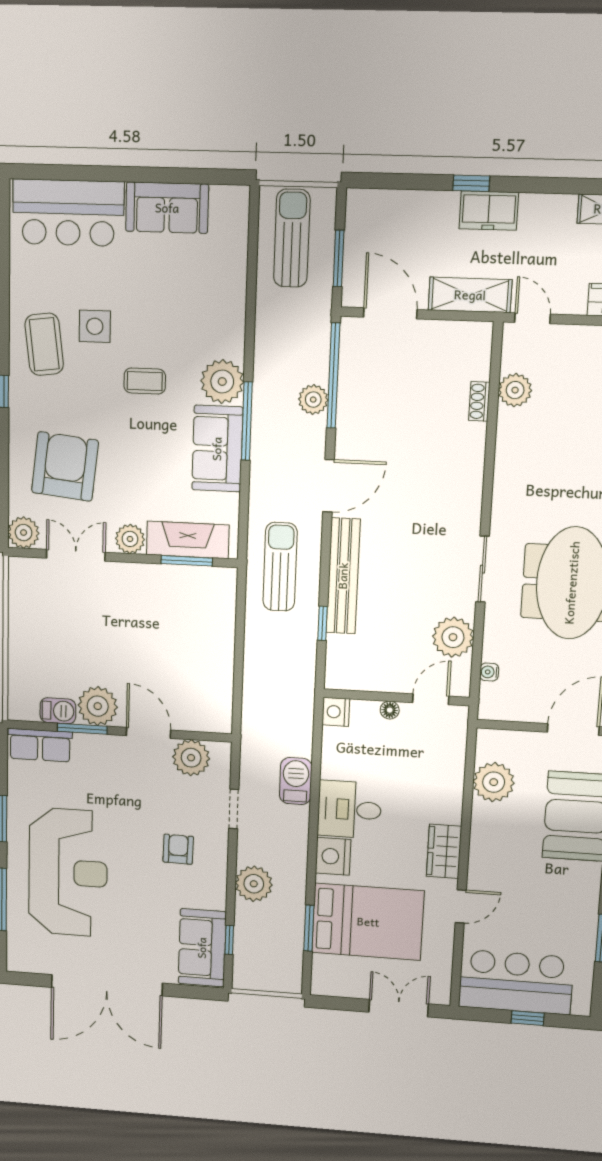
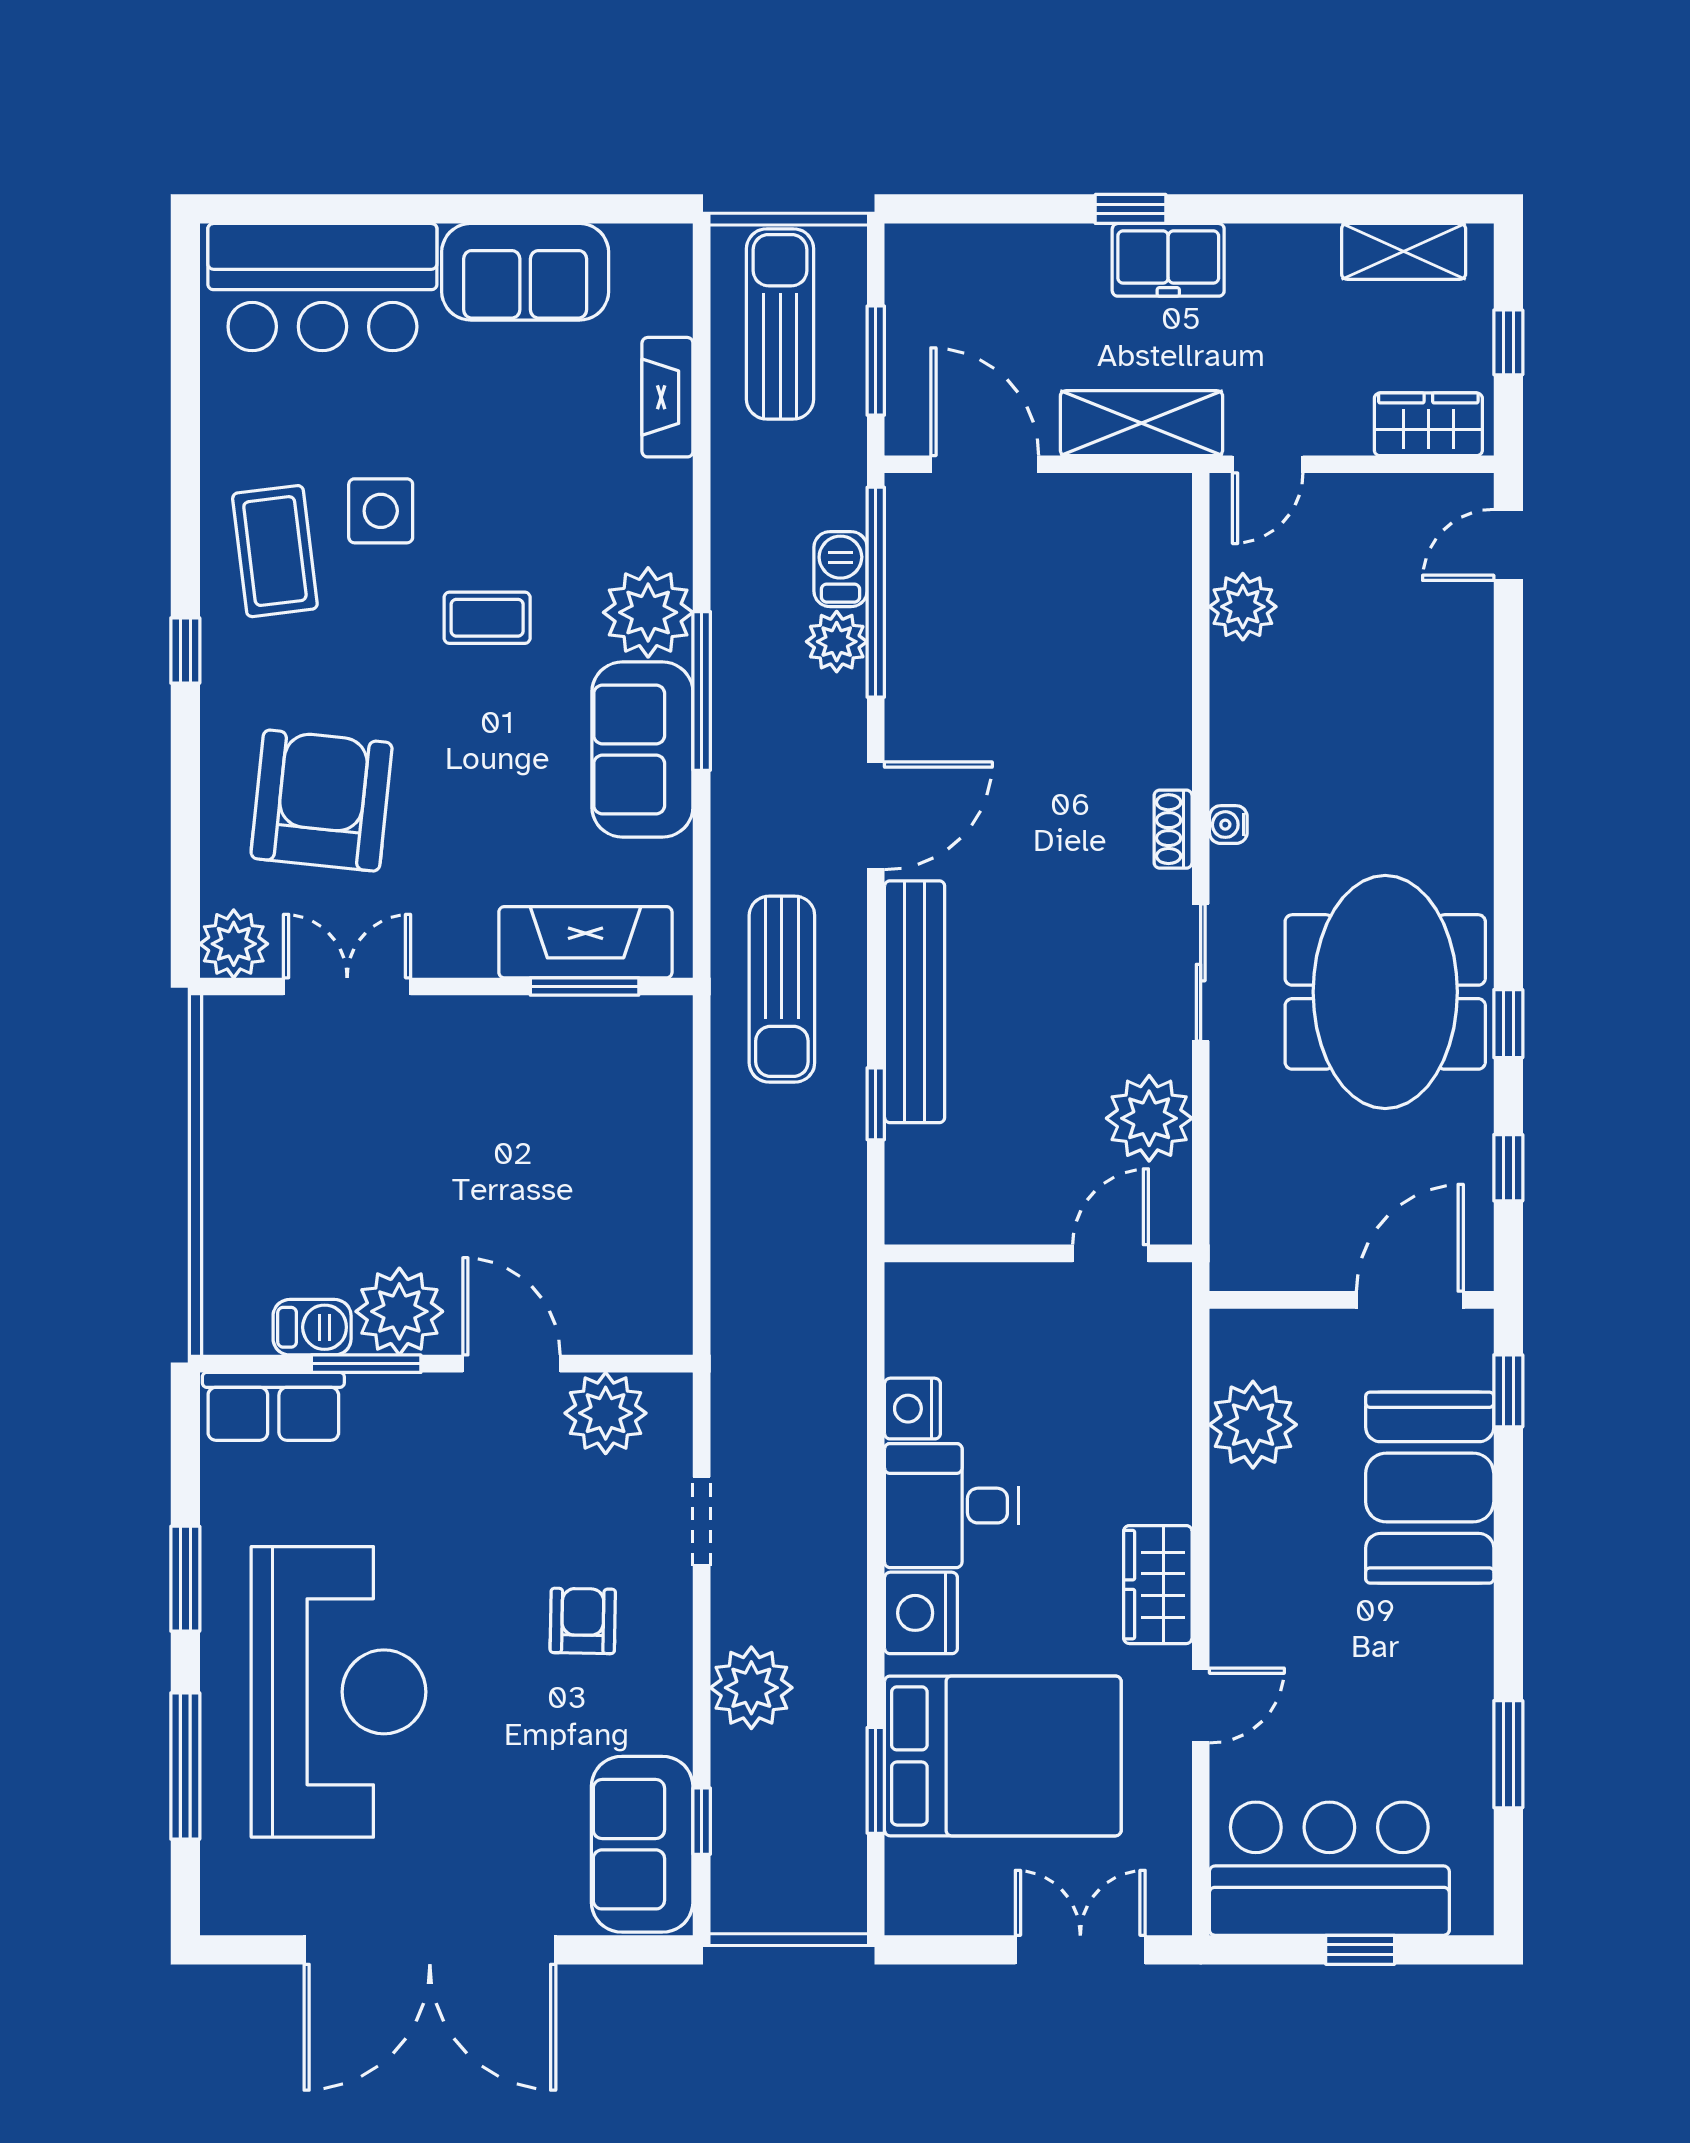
fireplace: (235, 274) -> (667, 397), added
door: (532, 318) -> (1268, 464), swing flipped
shoe rack: (479, 401) -> (1173, 829), moved
plant: (130, 539) -> (463, 946), removed
sun lounger: (280, 567) -> (782, 989), turned 180
water cooler: (489, 672) -> (1228, 825), moved
floor lamp: (390, 710) -> (1026, 1282), removed
nightstand: (336, 712) -> (912, 1409), moved
barbecue: (296, 781) -> (840, 569), moved, width x0.73, depth x0.79

